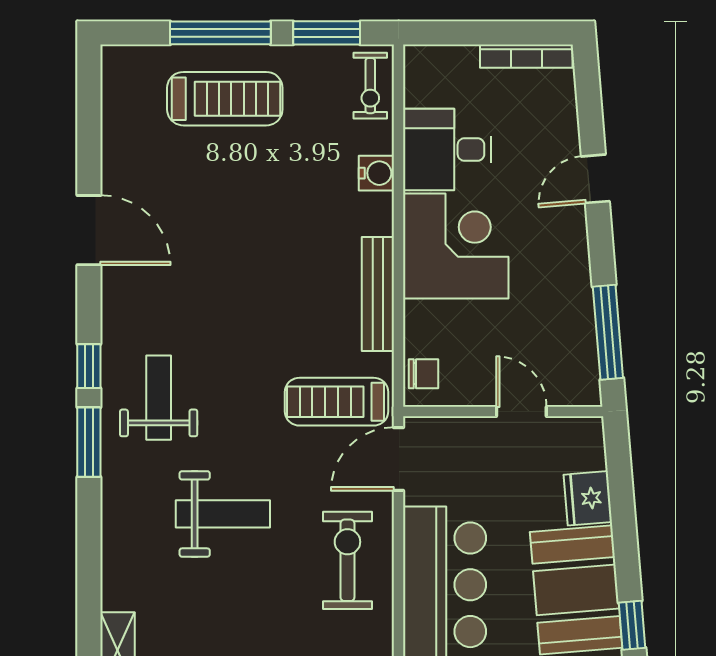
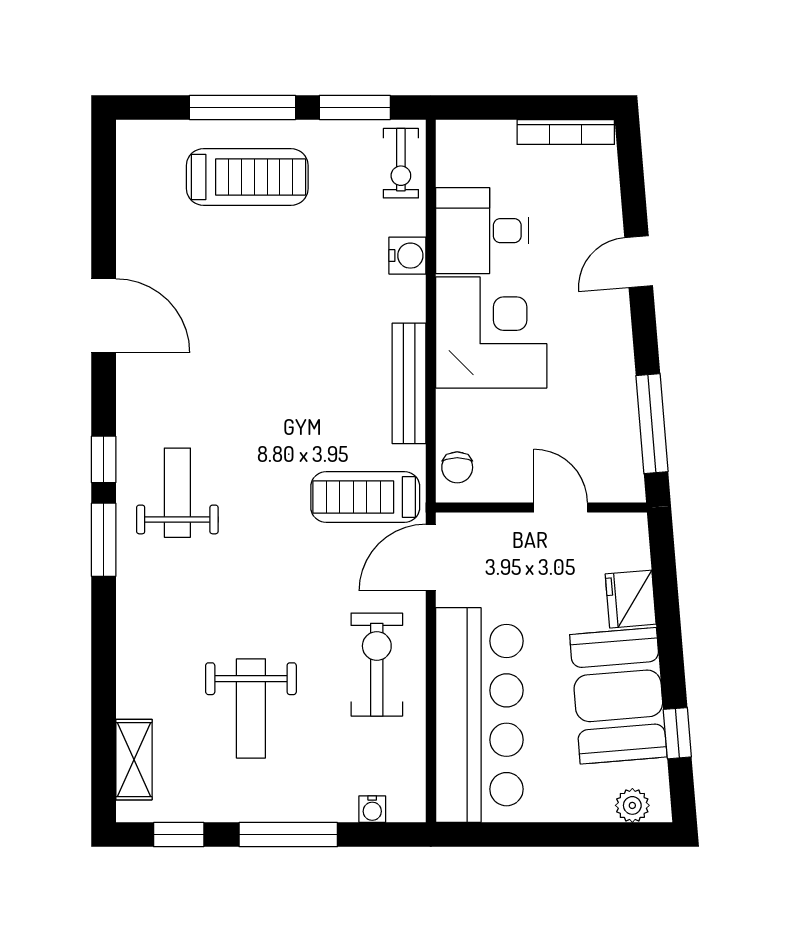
chair: (424, 374) -> (457, 467), turned 90
weight bench: (223, 514) -> (251, 708), moved, turned 90

